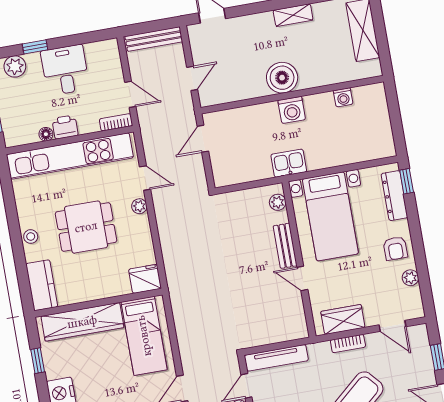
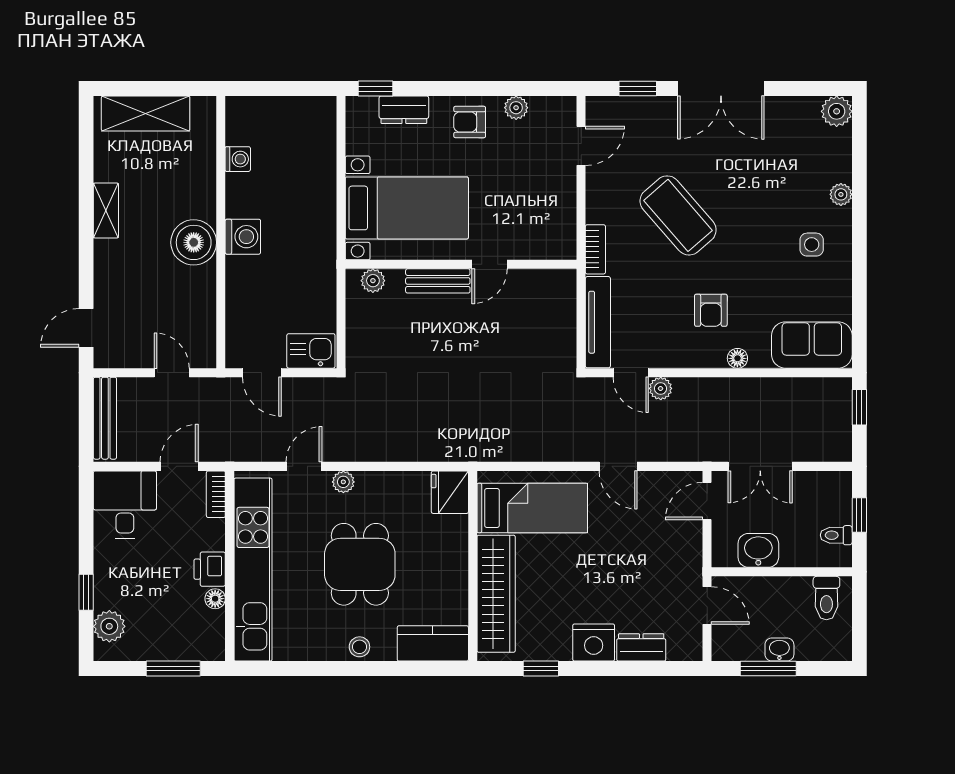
desk: (65, 70) -> (125, 505), moved, turned 90
kitchen sink: (289, 163) -> (311, 351), moved, turned 90
dresser: (394, 196) -> (404, 110), width x0.70
armchair: (395, 248) -> (470, 122), turned 180
wardrobe: (343, 320) -> (559, 216), removed
bookcase: (348, 344) -> (595, 249), moved

